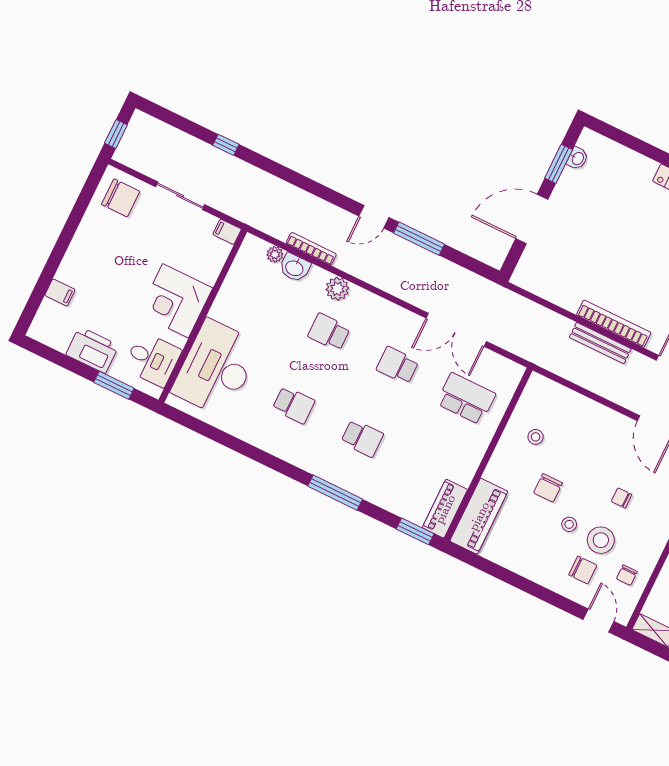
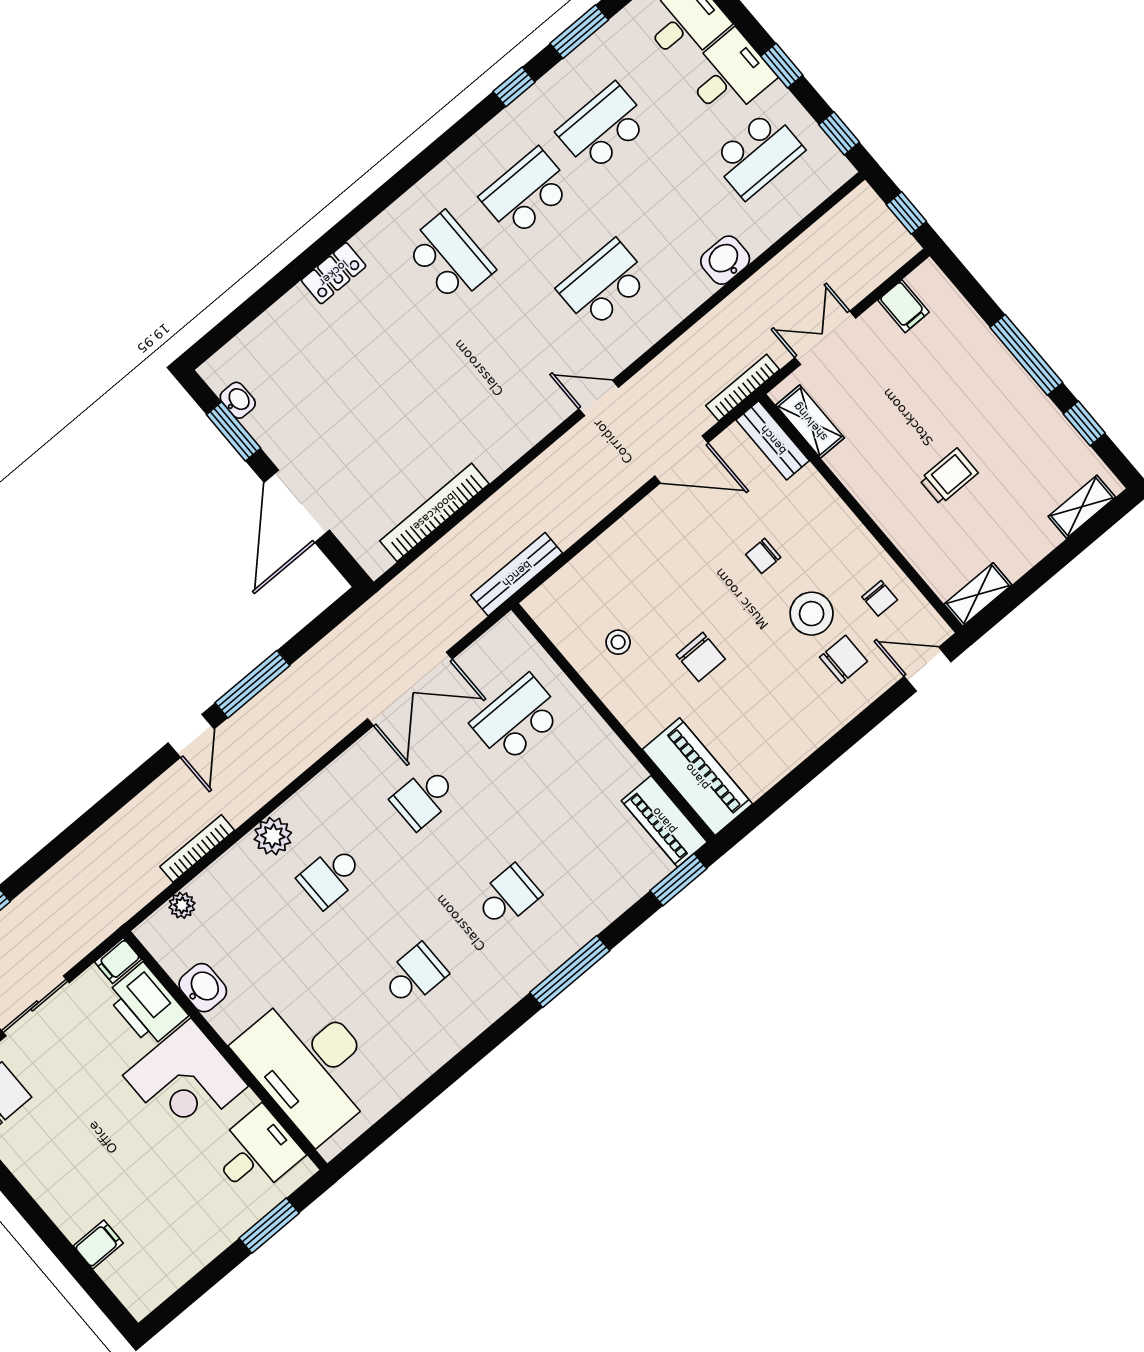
washbasin: (295, 268) -> (203, 988), moved, turned -90
bookcase: (614, 324) -> (434, 512), moved
bench: (600, 343) -> (517, 574), moved
printer: (92, 350) -> (147, 1005), moved, turned -90
stool: (569, 524) -> (768, 650), removed

